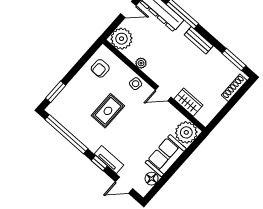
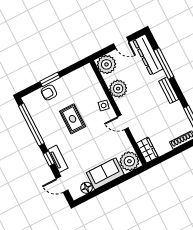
plant: (141, 63) -> (118, 89), width x1.88, depth x1.88
armchair: (100, 68) -> (49, 92), moved
window: (56, 92) -> (50, 79), moved
wardrobe: (188, 102) -> (147, 150), moved
rug: (108, 111) -> (73, 119), turned 90

